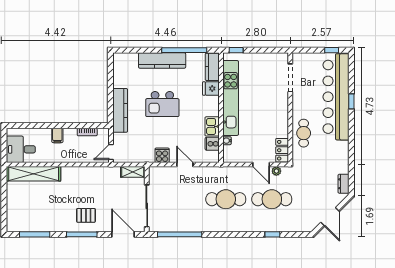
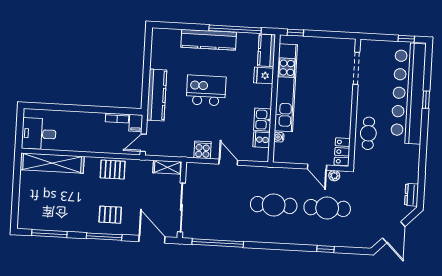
kitchen island: (162, 104) -> (206, 90), turned 180
filing cabinet: (57, 135) -> (136, 123), moved
pallet: (86, 176) -> (113, 170), added

